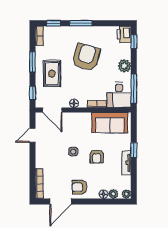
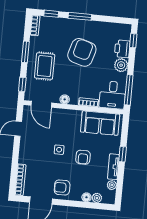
printer: (124, 34) -> (122, 49), moved
plant: (126, 194) -> (112, 185), moved

